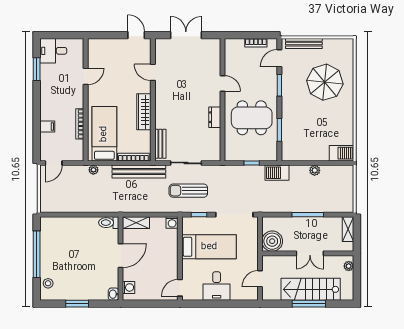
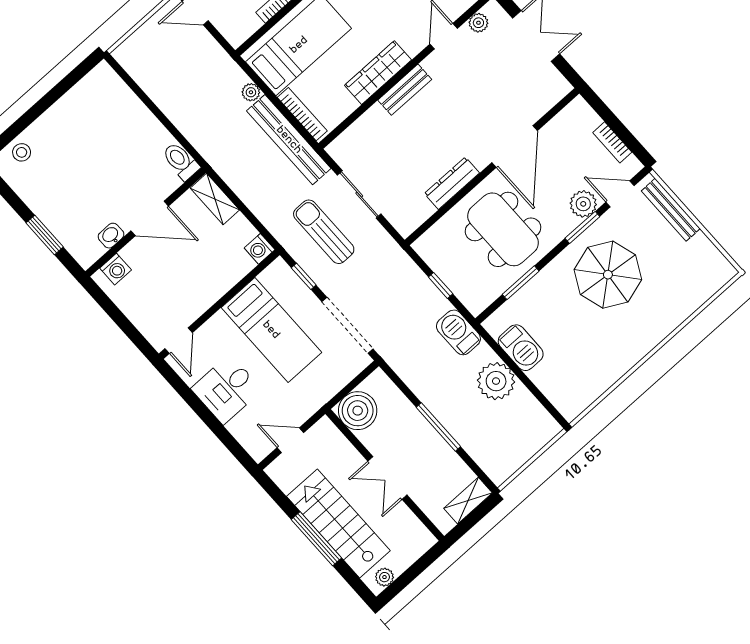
plant: (160, 54) -> (478, 23), added
plant: (270, 76) -> (583, 204), added
parasol: (325, 82) -> (608, 275), moved
door: (223, 83) -> (515, 147), width x1.87
dresser: (215, 117) -> (452, 183), width x1.44
bench: (160, 144) -> (405, 90), moved
barbecue: (341, 153) -> (521, 348), moved
plant: (93, 170) -> (251, 92), moved
plant: (315, 170) -> (496, 381), width x1.87, depth x1.87
window: (37, 254) -> (48, 101), removed
plant: (349, 266) -> (384, 577), moved
door: (180, 288) -> (179, 341), swing flipped
washbasin: (114, 294) -> (111, 236), moved
window: (77, 304) -> (45, 235), moved

